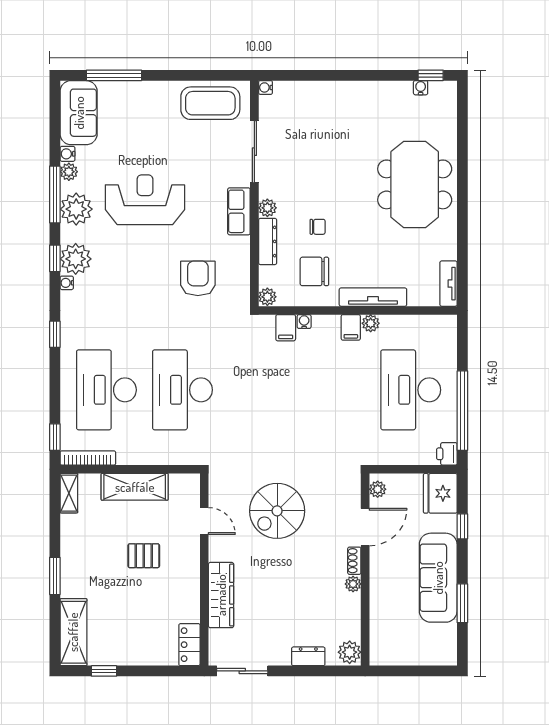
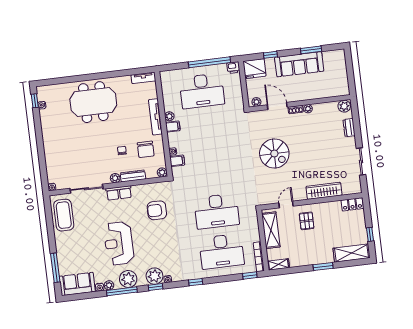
door: (204, 521) -> (286, 204), moved
wall: (204, 570) -> (312, 201), moved
wardrobe: (221, 595) -> (324, 191), moved
locker: (189, 645) -> (352, 204), moved

